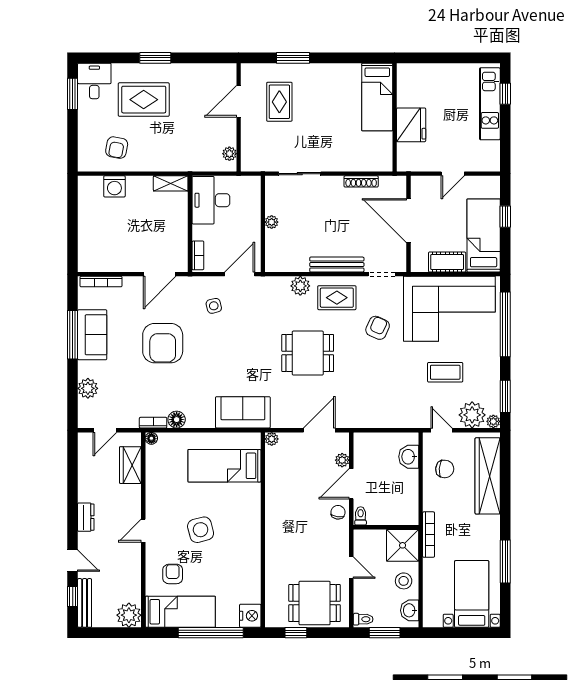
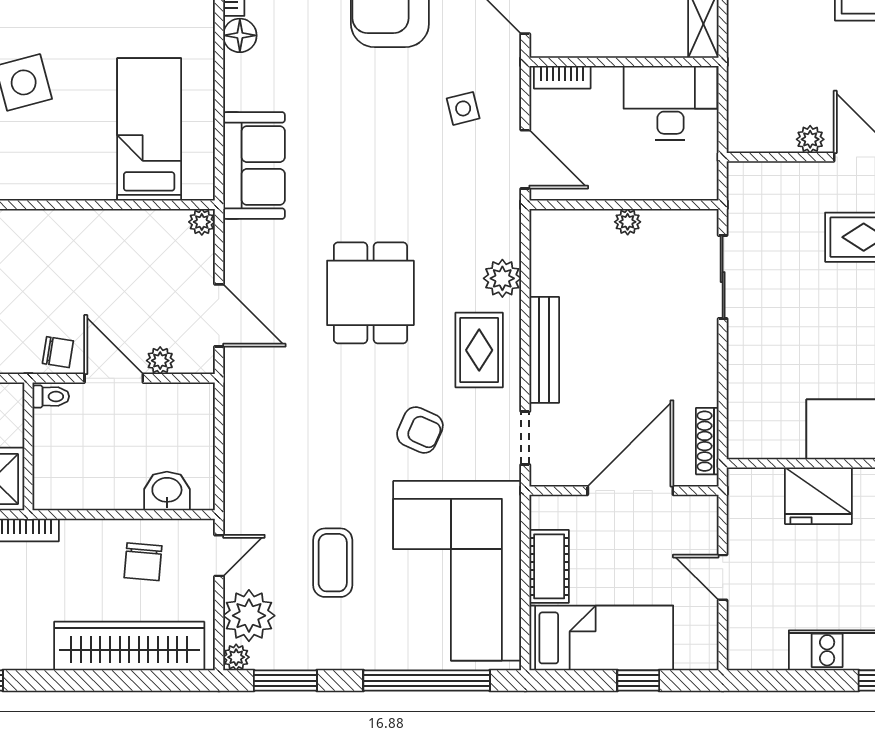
plant: (229, 154) -> (810, 139), moved
shoe rack: (361, 181) -> (707, 441), moved

